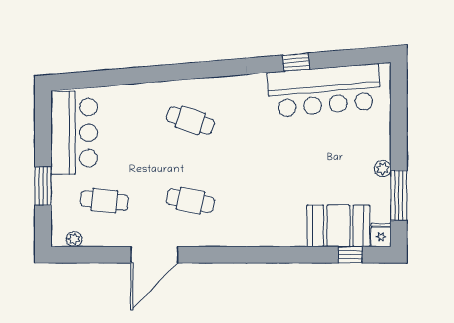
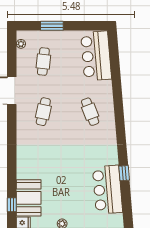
bar counter: (324, 91) -> (108, 190), width x0.73
cafe table: (190, 120) -> (90, 112), turned -39
bar counter: (74, 133) -> (96, 56), moved, turned 85

